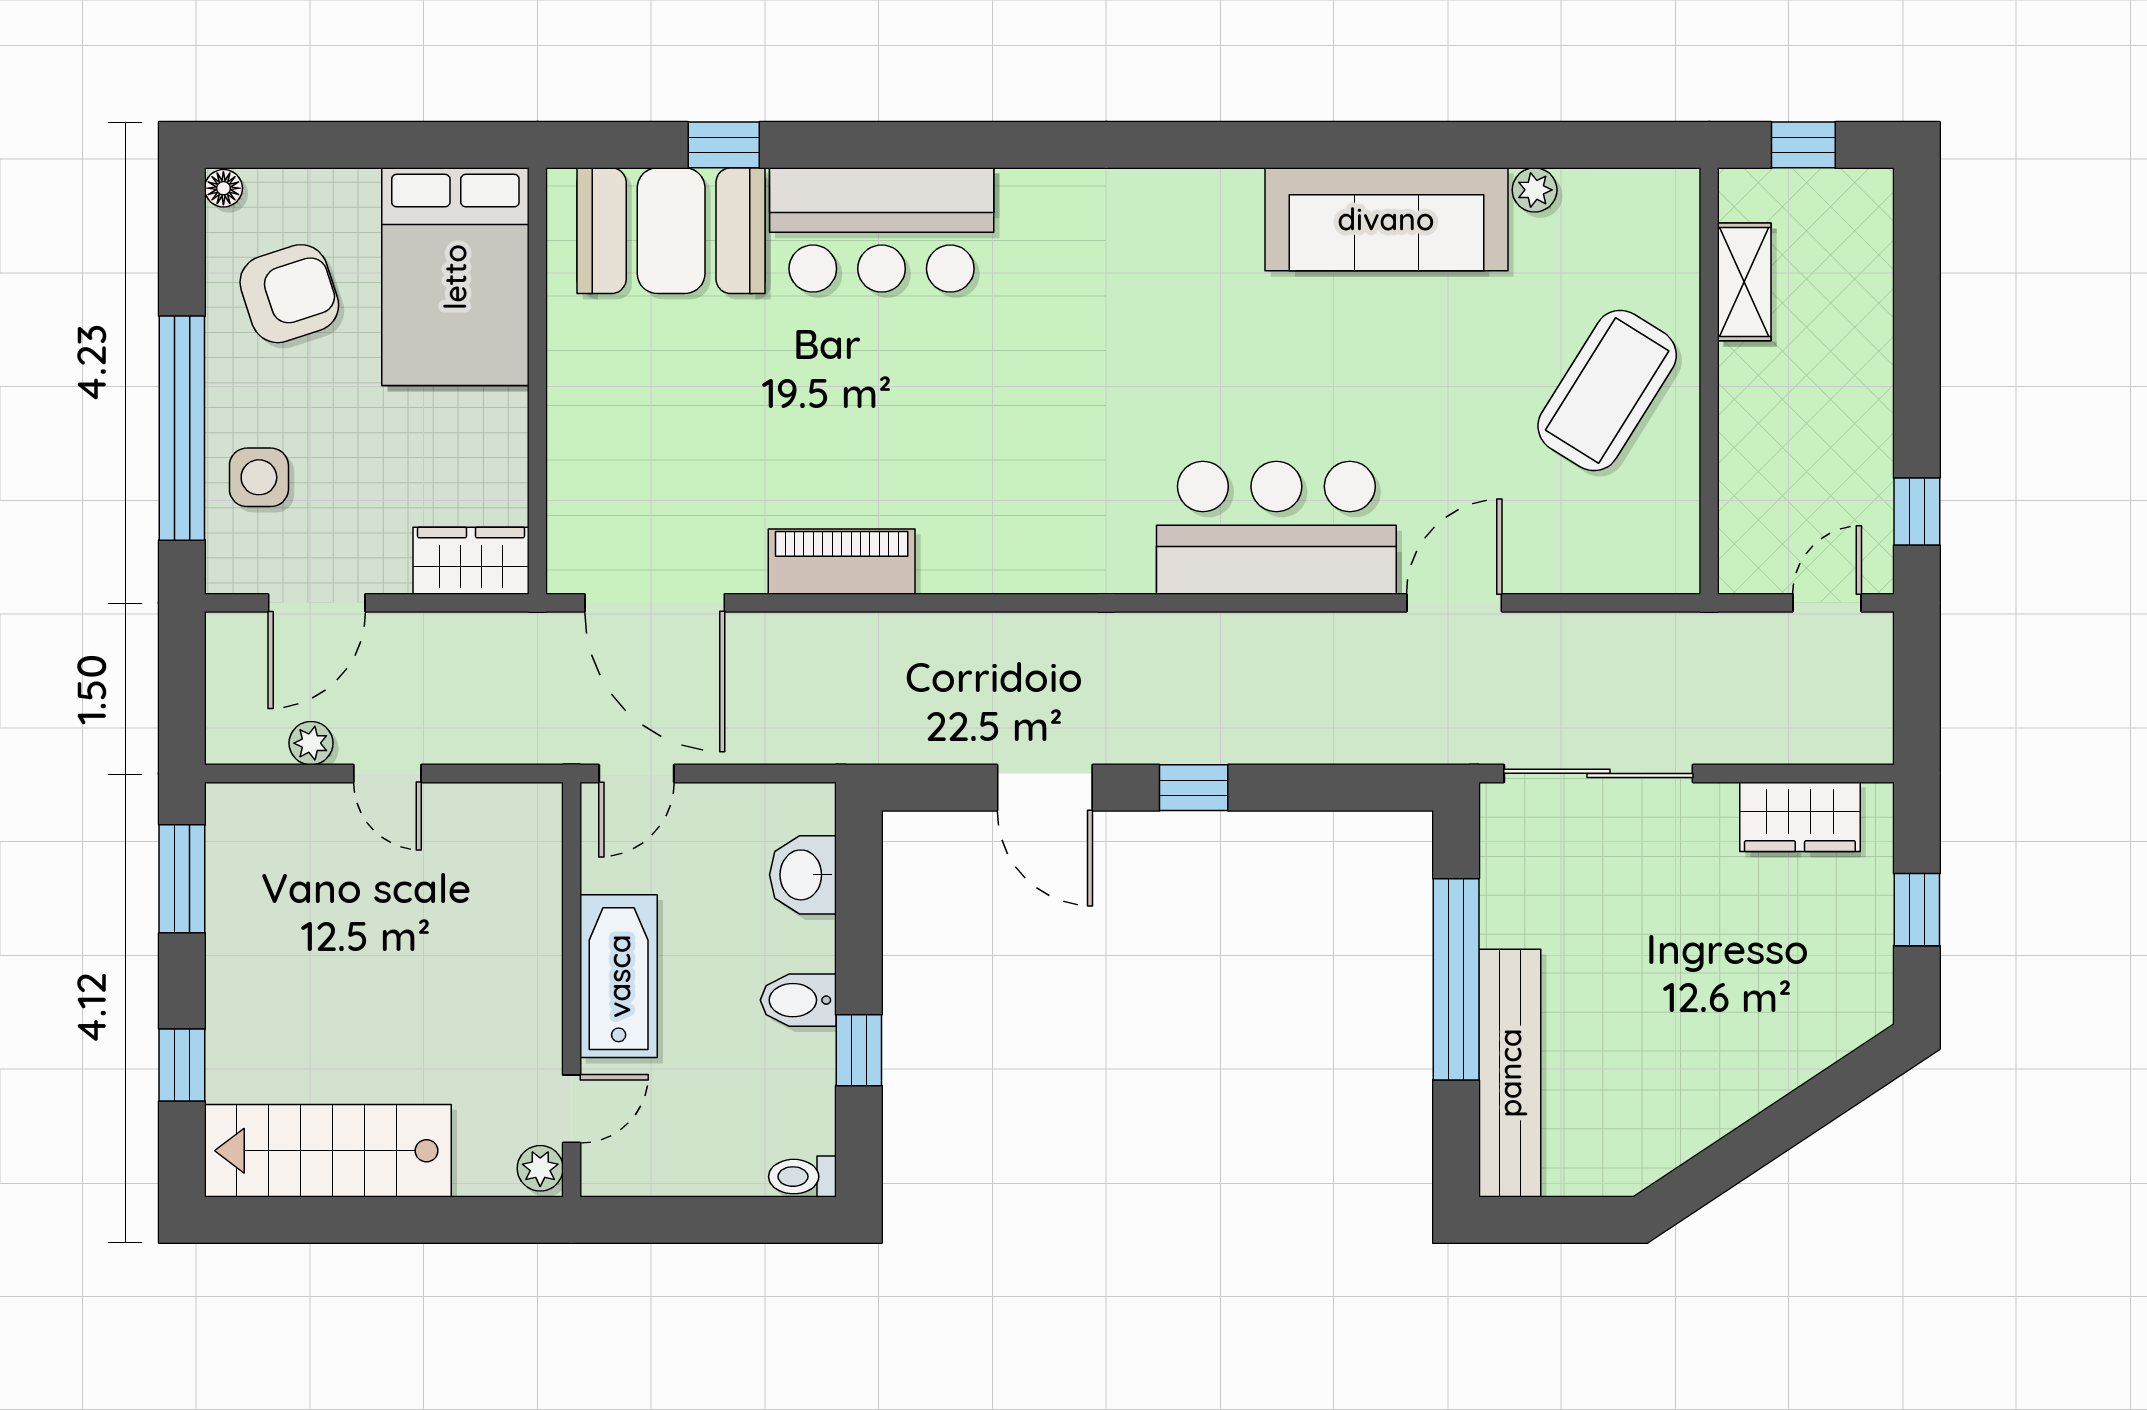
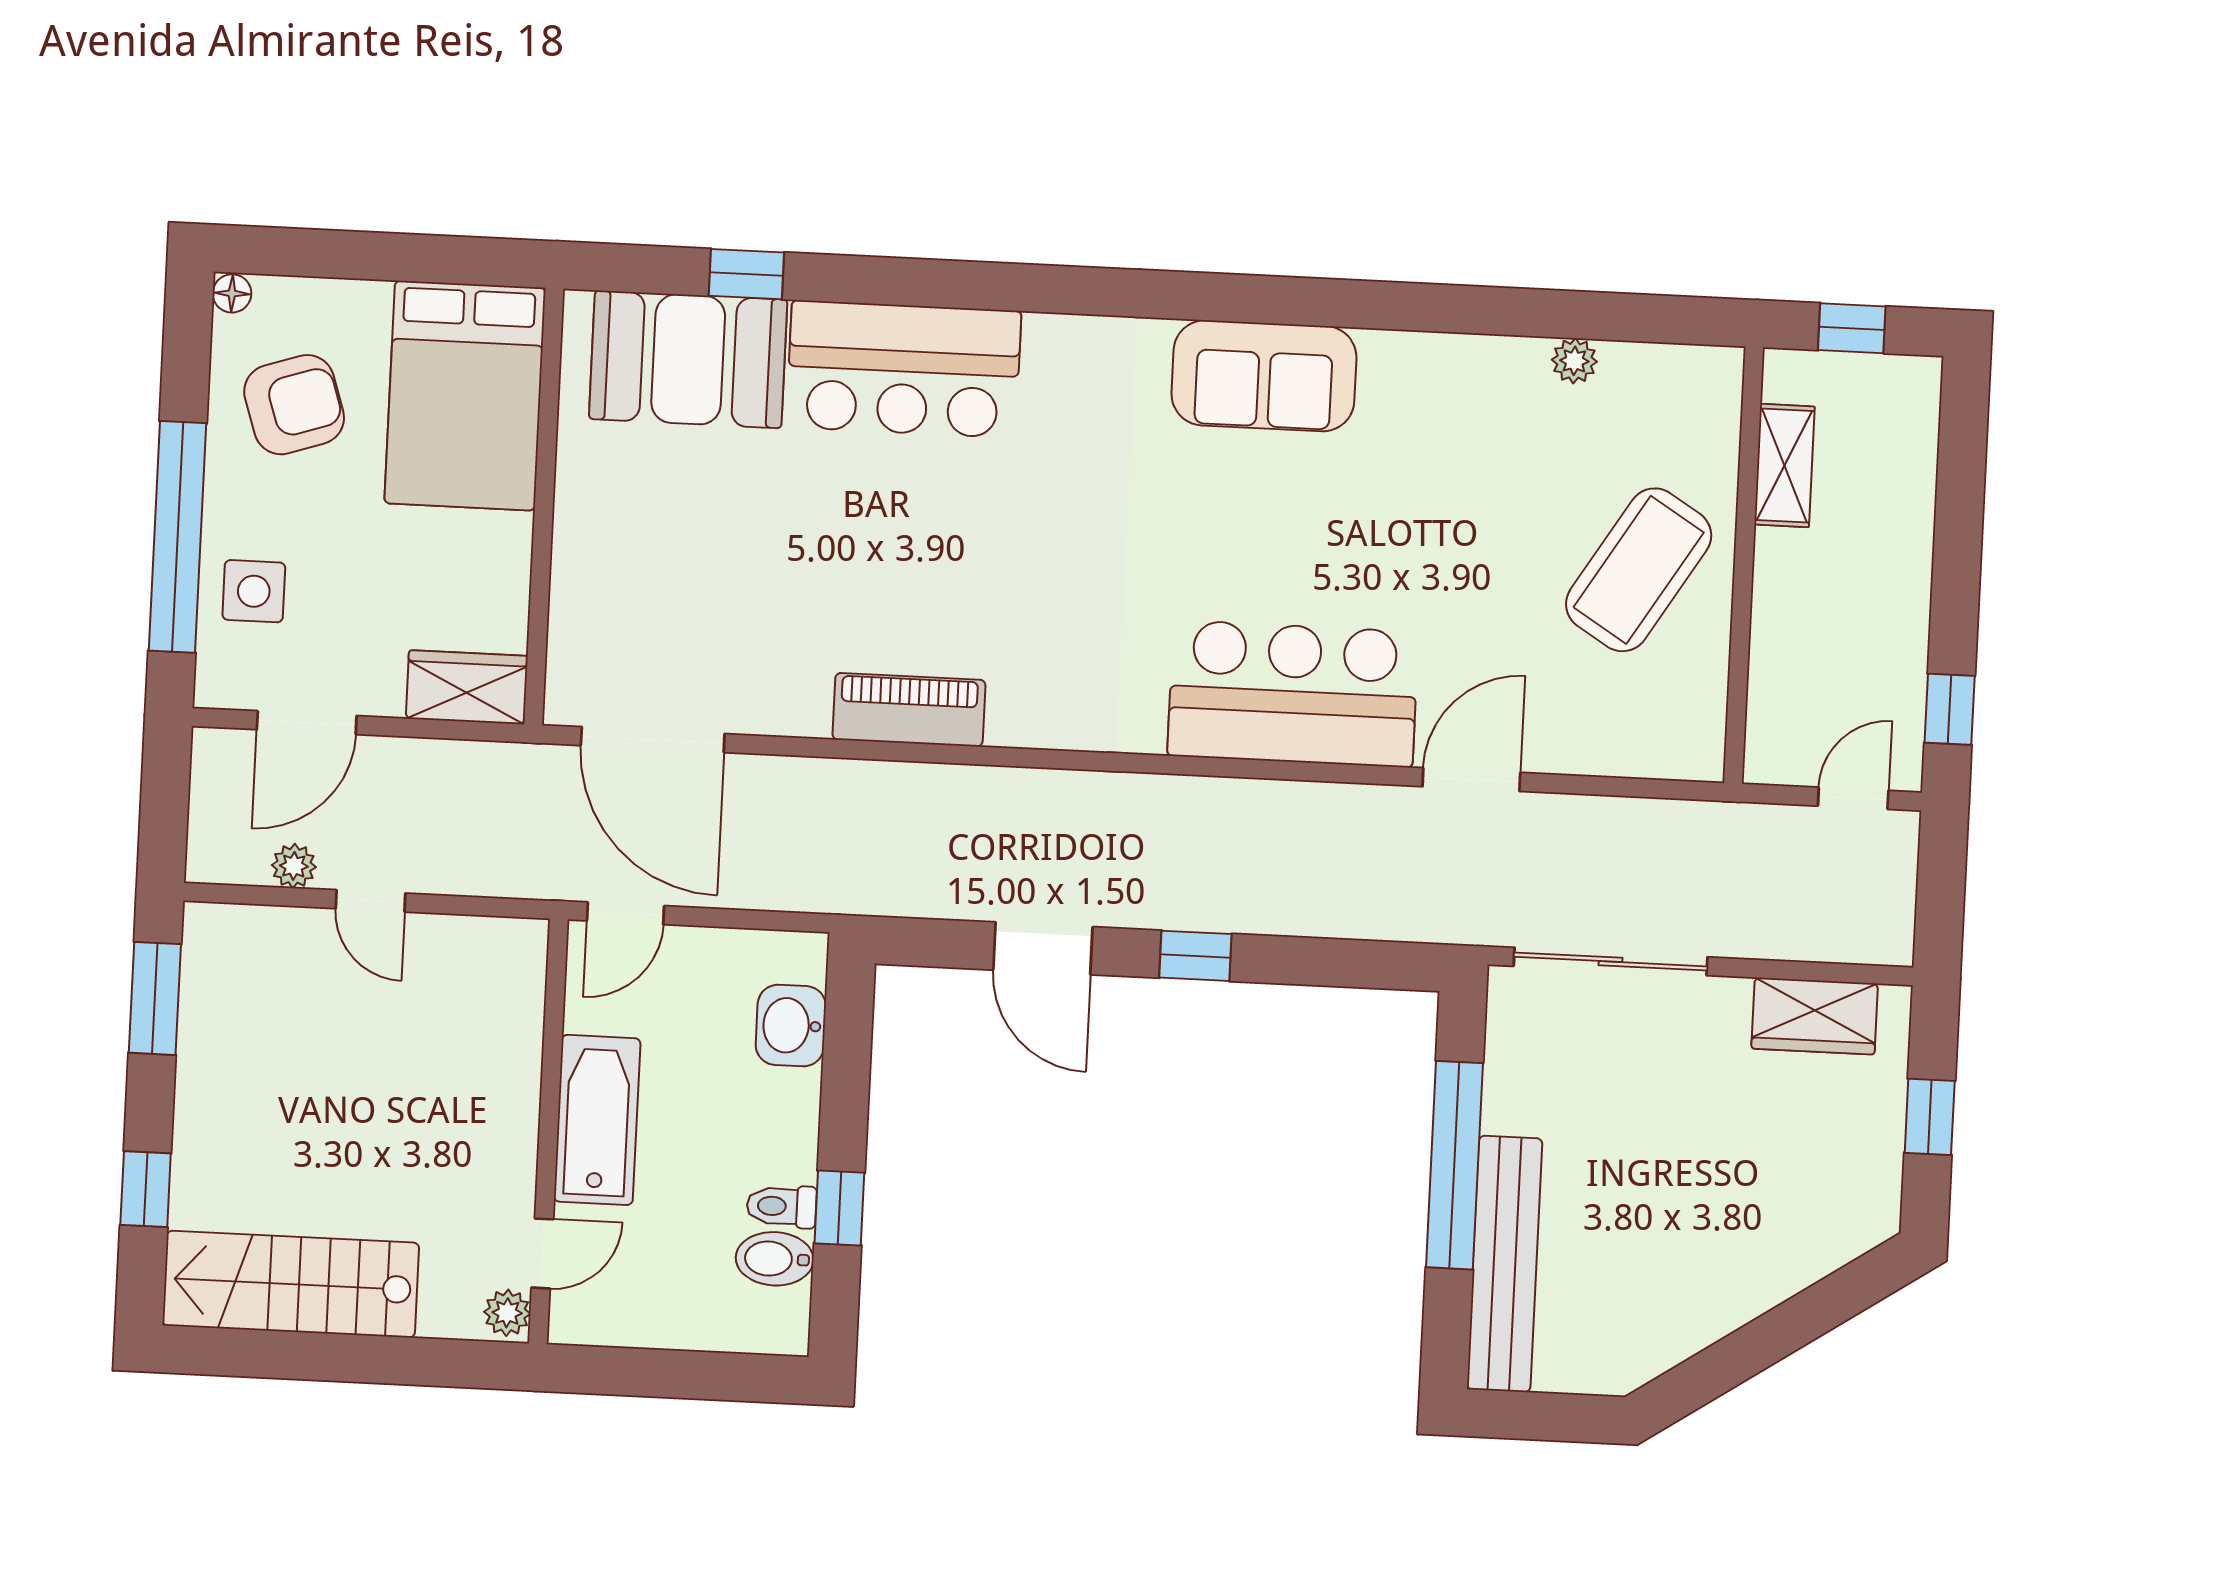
sofa: (1386, 219) -> (1264, 376), moved, width x0.73
piano: (842, 562) -> (909, 710), moved
bidet: (798, 1000) -> (775, 1259), moved
toilet: (802, 1177) -> (782, 1206), moved

